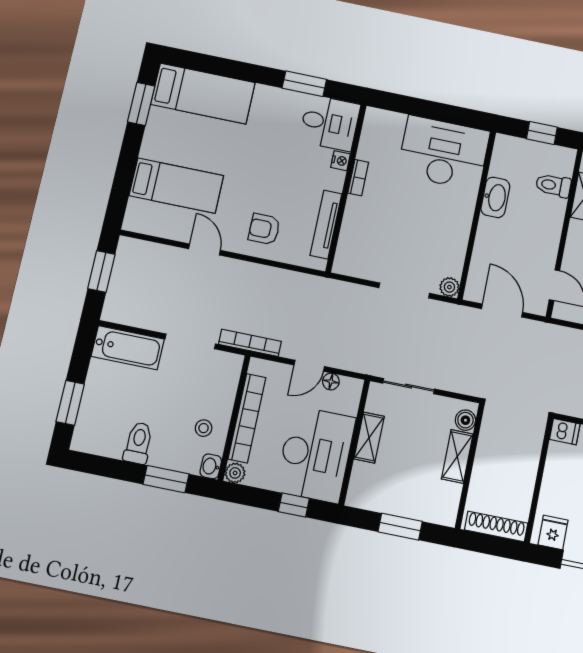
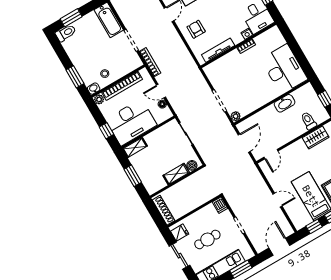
shelving: (369, 438) -> (135, 148), moved
toilet: (138, 443) -> (66, 33), moved

